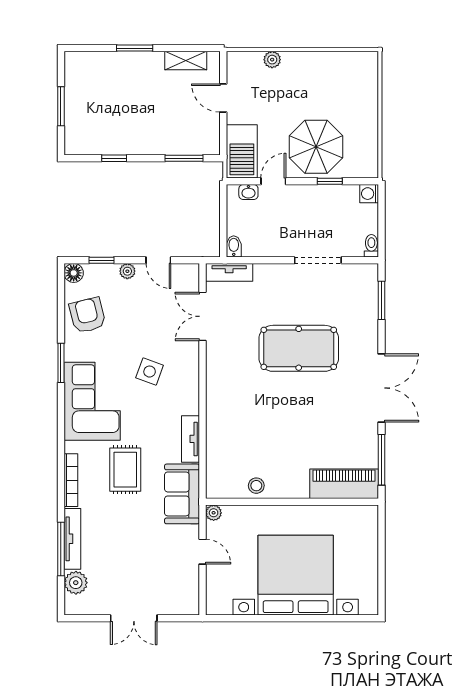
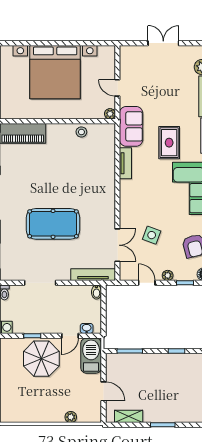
tv unit: (229, 272) -> (93, 275), width x1.41
side table: (150, 372) -> (152, 235), moved

